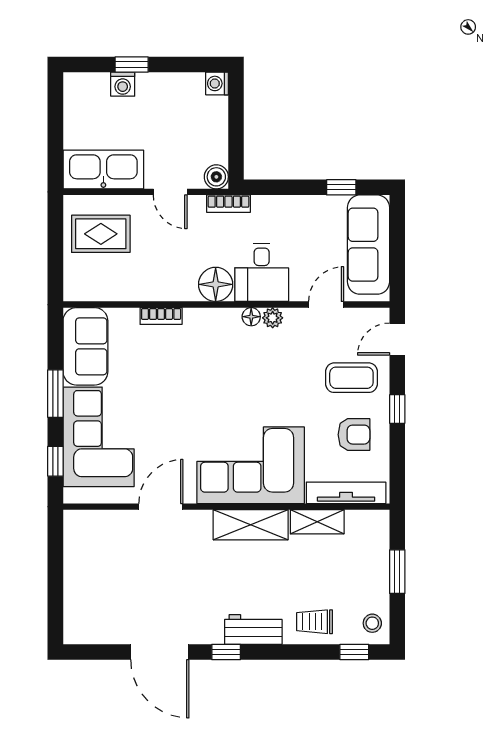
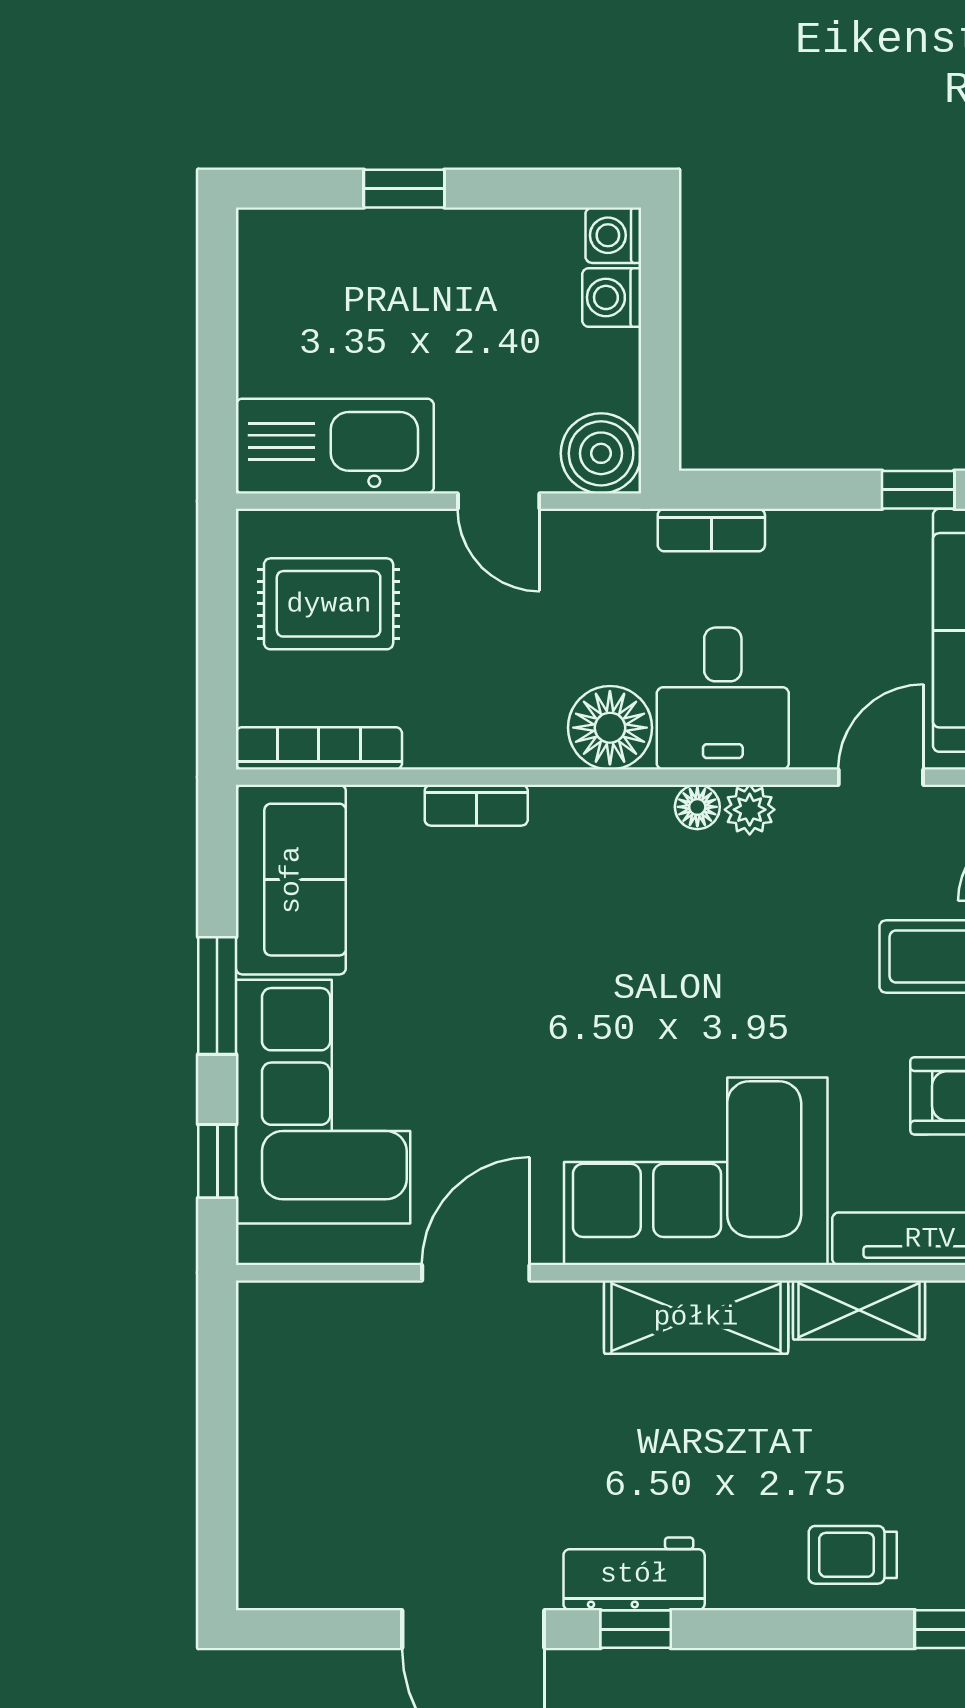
washing machine: (123, 84) -> (612, 297), moved, turned 90
boiler: (216, 177) -> (601, 453), width x1.36, depth x1.36
bookcase: (228, 204) -> (711, 530), moved
bookcase: (97, 293) -> (319, 748), added
workbench: (253, 629) -> (634, 1574), moved

